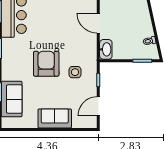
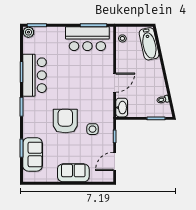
door: (98, 23) -> (115, 83), swing flipped

